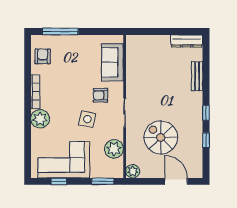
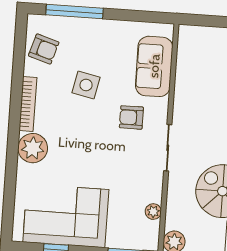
armchair: (43, 56) -> (44, 49), turned 107
side table: (87, 119) -> (86, 85), moved
plant: (114, 149) -> (153, 212), width x0.53, depth x0.53

